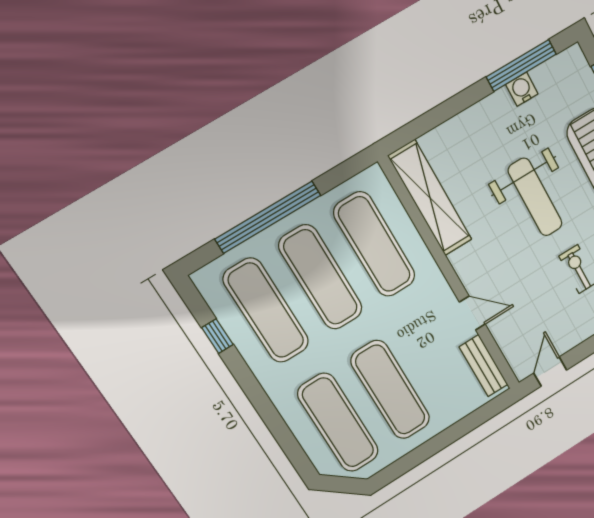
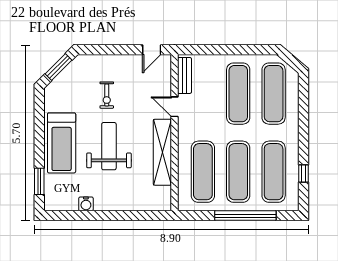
window: (521, 65) -> (80, 216), removed
shelving: (430, 198) -> (162, 152), moved

